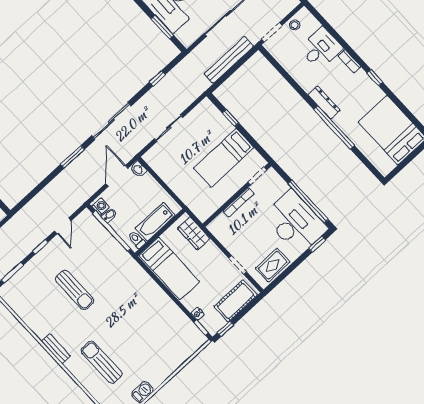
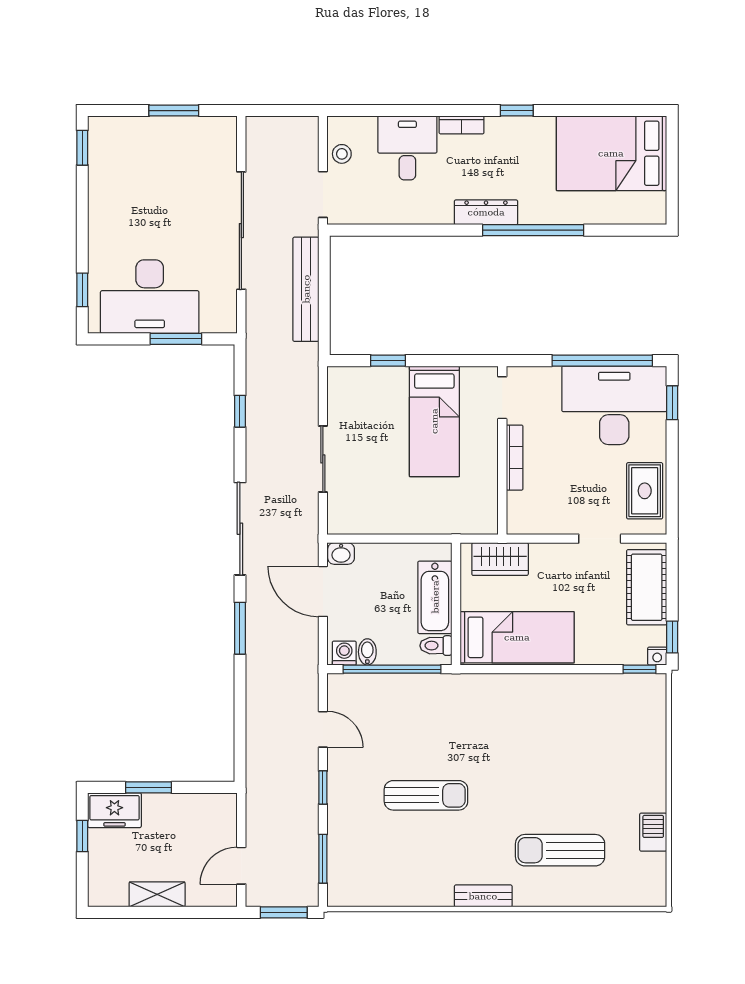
nightstand: (198, 314) -> (657, 656), moved

